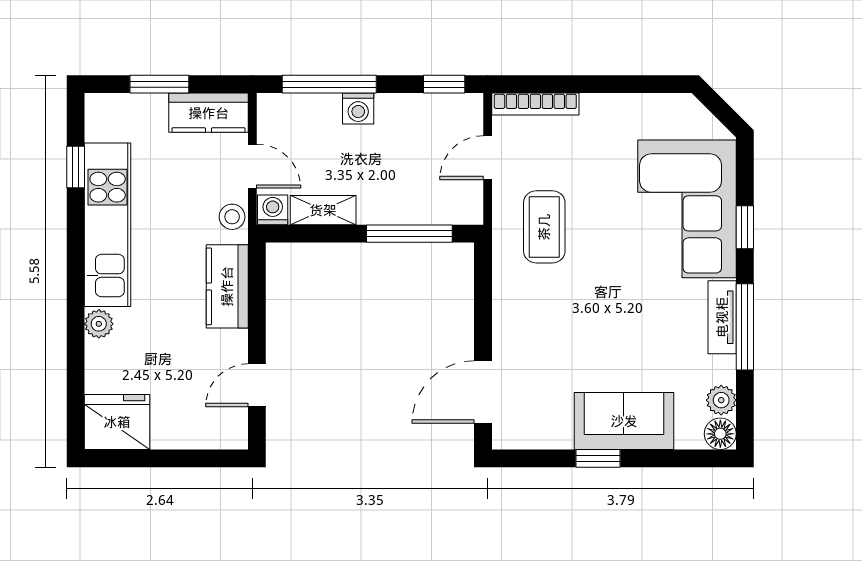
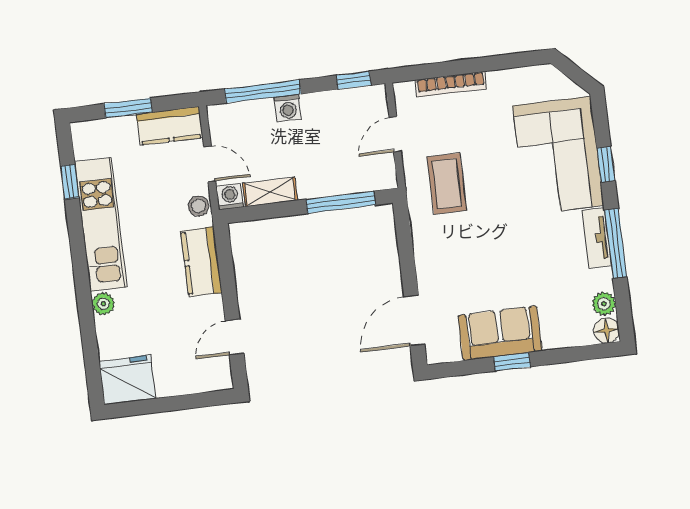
bookcase: (535, 104) -> (451, 84), moved
sofa: (624, 421) -> (500, 333), moved

